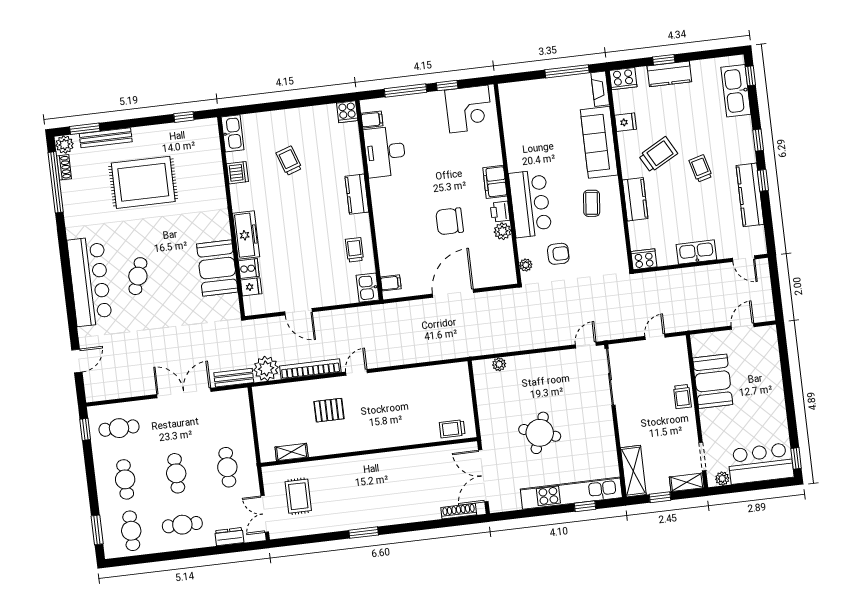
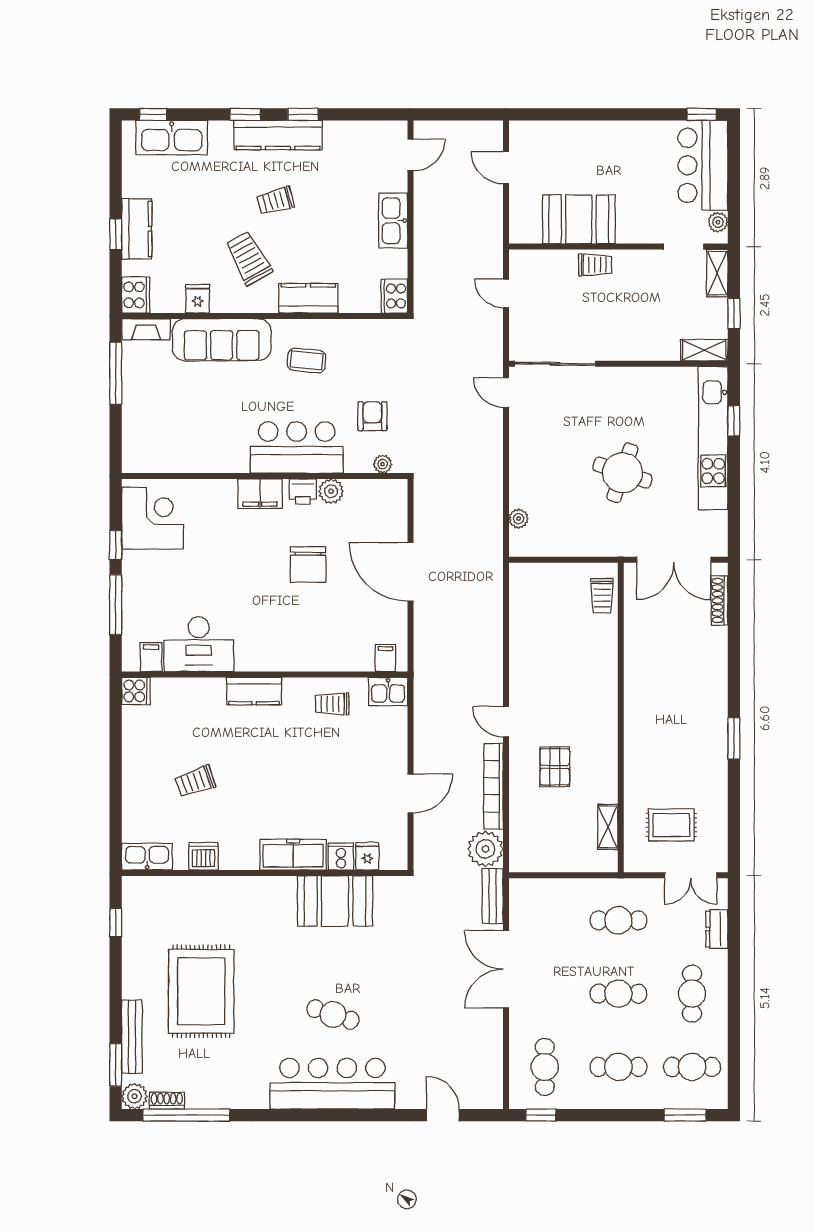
kitchen counter: (750, 195) -> (278, 135), moved
shelving: (633, 471) -> (704, 350), width x0.67, depth x0.75

